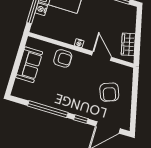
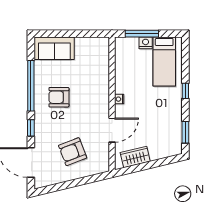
armchair: (63, 58) -> (59, 97), moved, turned 90
sofa: (29, 65) -> (54, 48), moved

